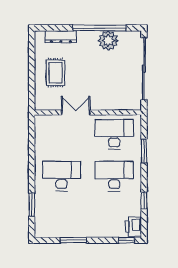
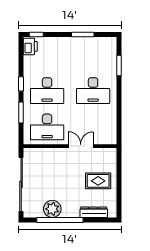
rug: (56, 73) -> (98, 181), turned 90
double door: (76, 112) -> (81, 146), swing flipped
window: (144, 200) -> (21, 84), moved

